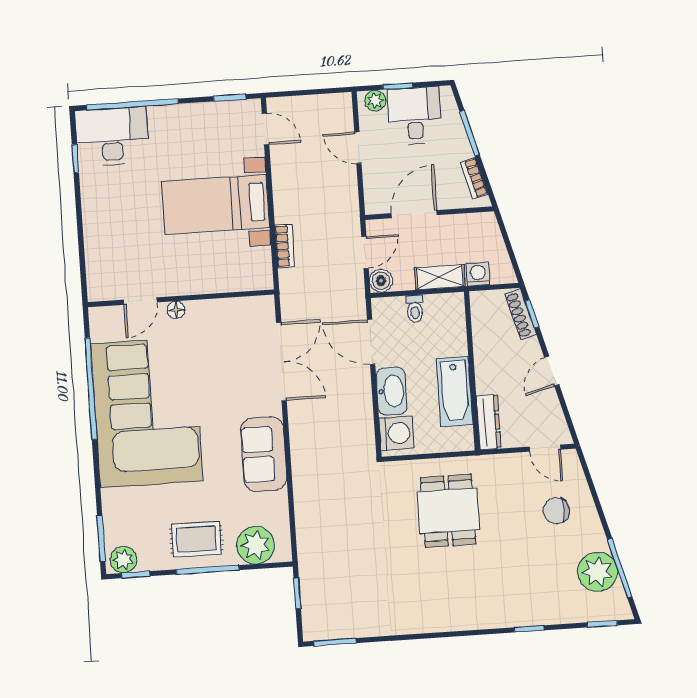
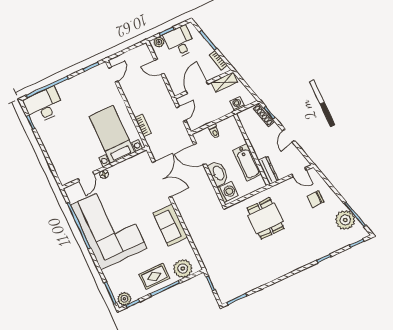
door: (266, 129) -> (113, 75), hinge flipped
bed with nightstands: (216, 205) -> (112, 134), moved, turned 90
shelving: (440, 277) -> (224, 82), moved
boiler: (381, 281) -> (194, 124), removed

